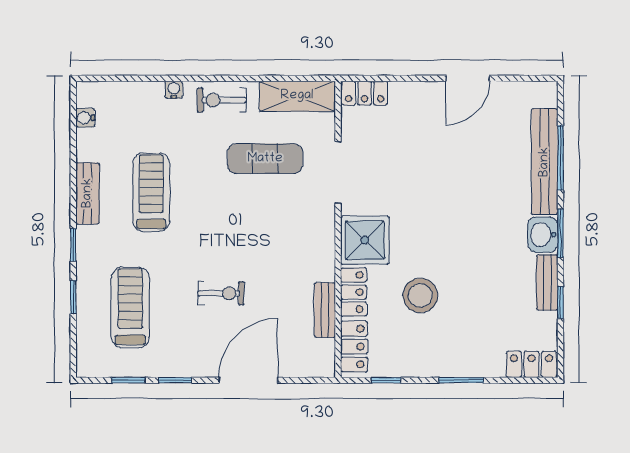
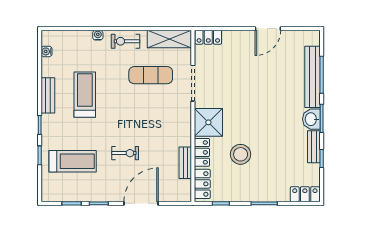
treadmill: (130, 307) -> (73, 161), turned 90

